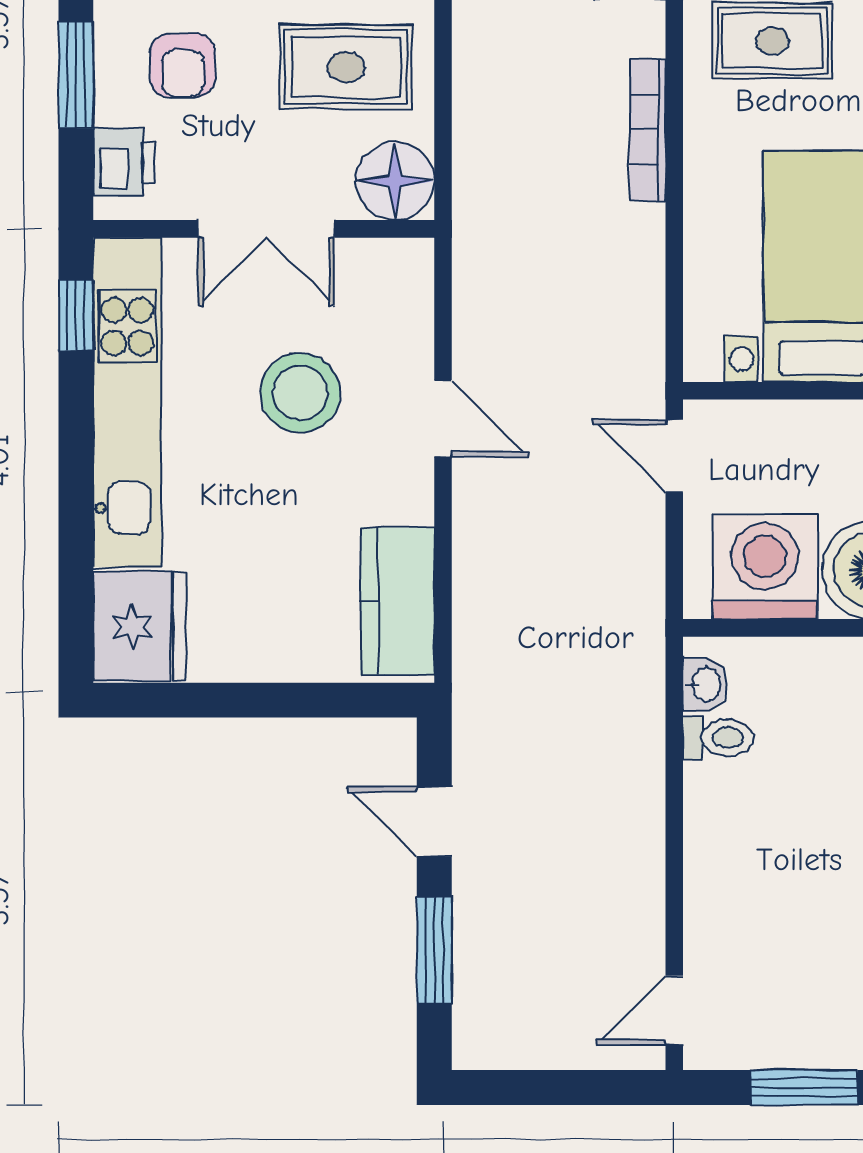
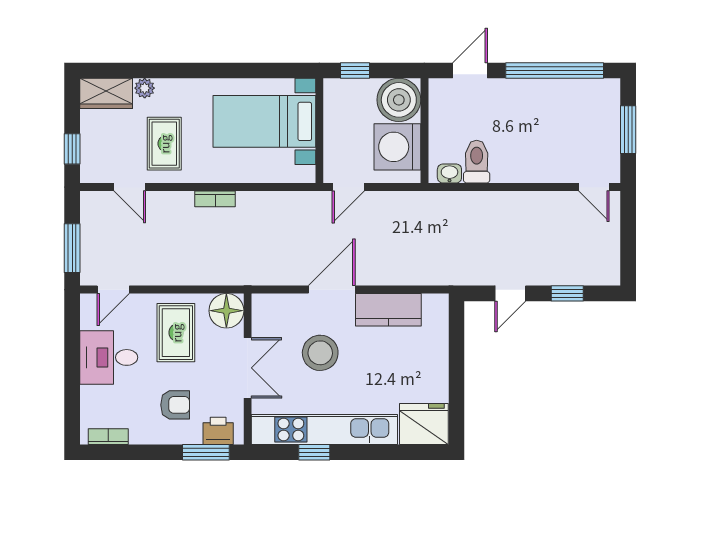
window: (76, 75) -> (206, 452), moved
bookcase: (647, 130) -> (215, 199), width x0.64
window: (76, 315) -> (314, 452), moved
door: (443, 419) -> (332, 290), width x1.38
kitchen counter: (397, 601) -> (388, 310), moved
toilet: (718, 738) -> (477, 162), width x1.37, depth x1.39
window: (434, 950) -> (567, 293), width x0.67

